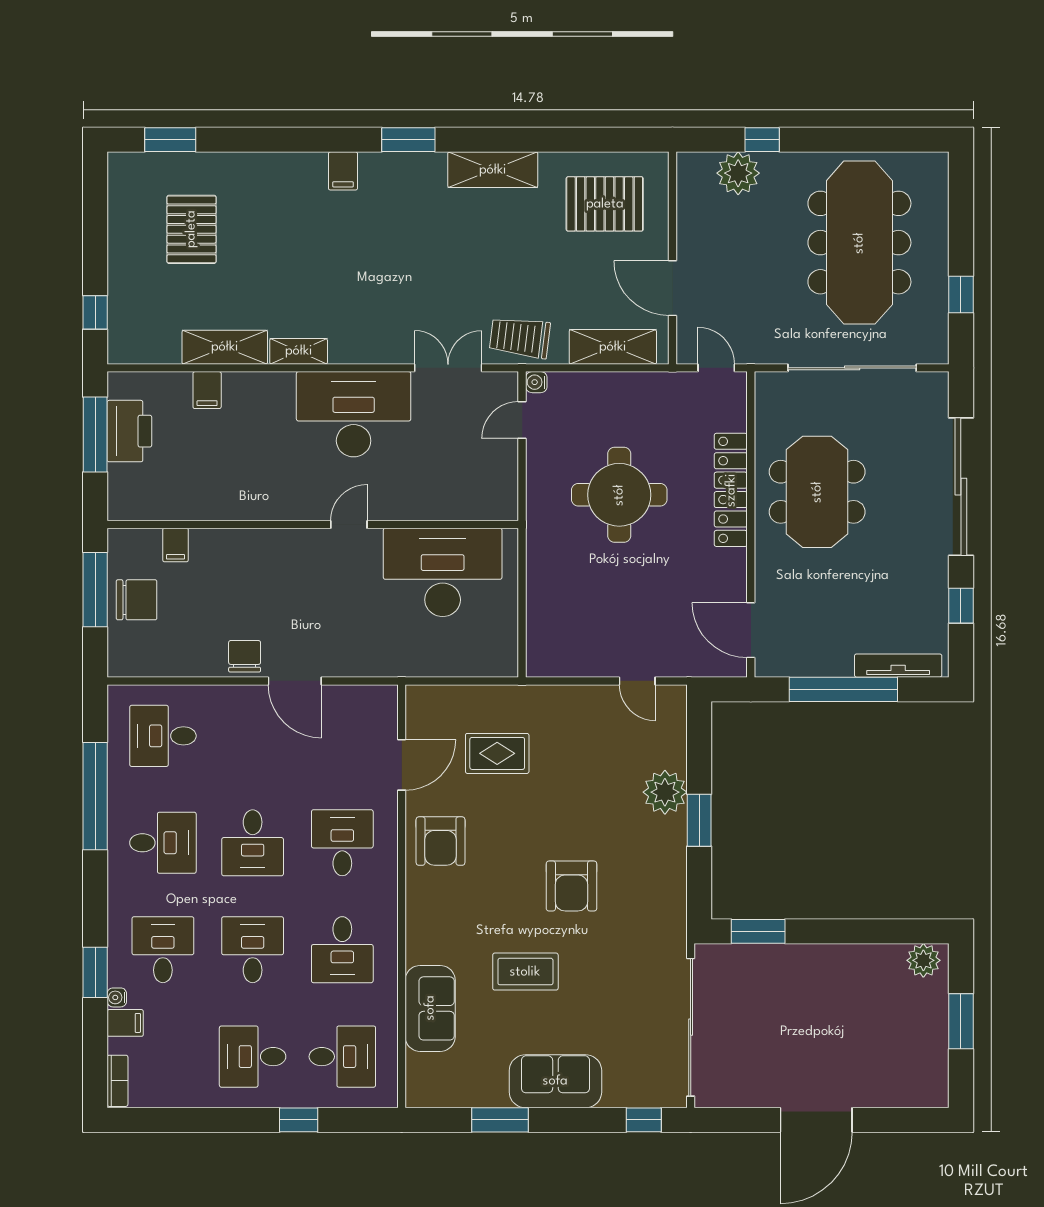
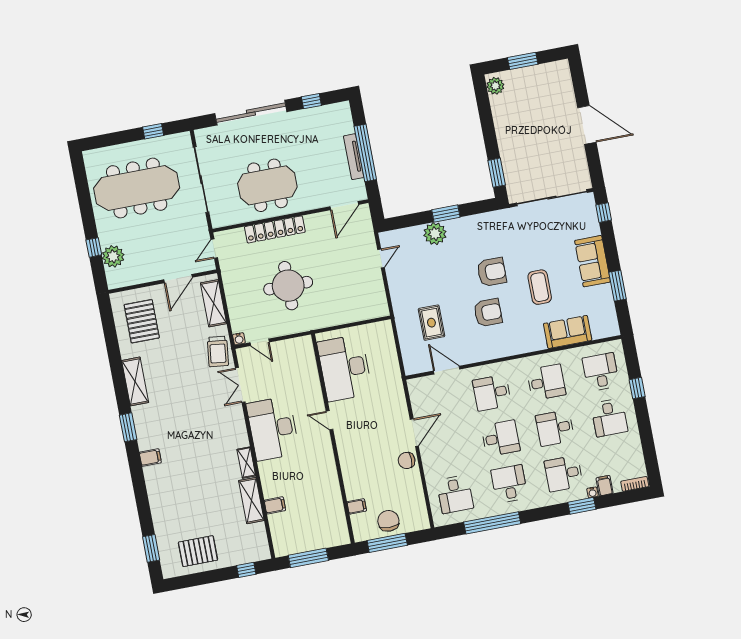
pallet: (191, 229) -> (198, 551), moved
printer: (129, 431) -> (303, 541), removed
tv unit: (898, 666) -> (354, 157), moved
armchair: (441, 841) -> (488, 313), moved

